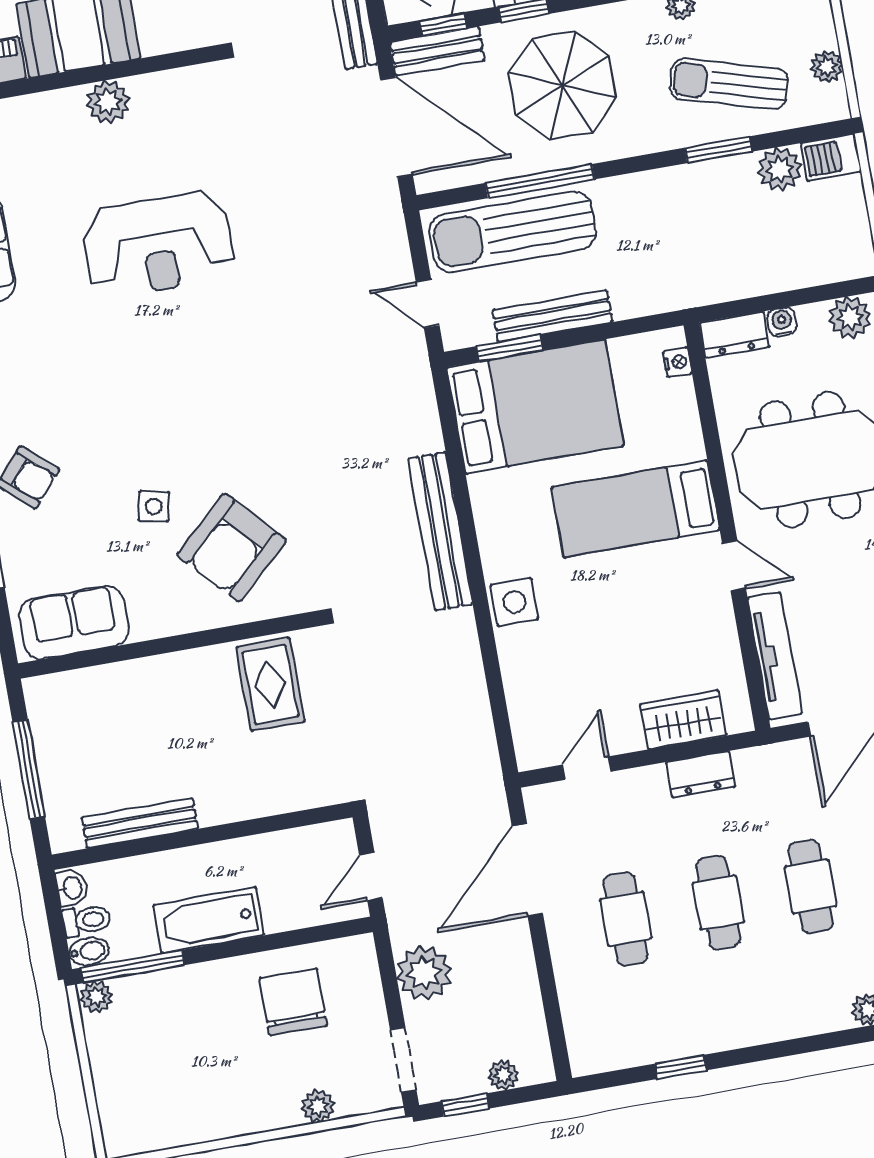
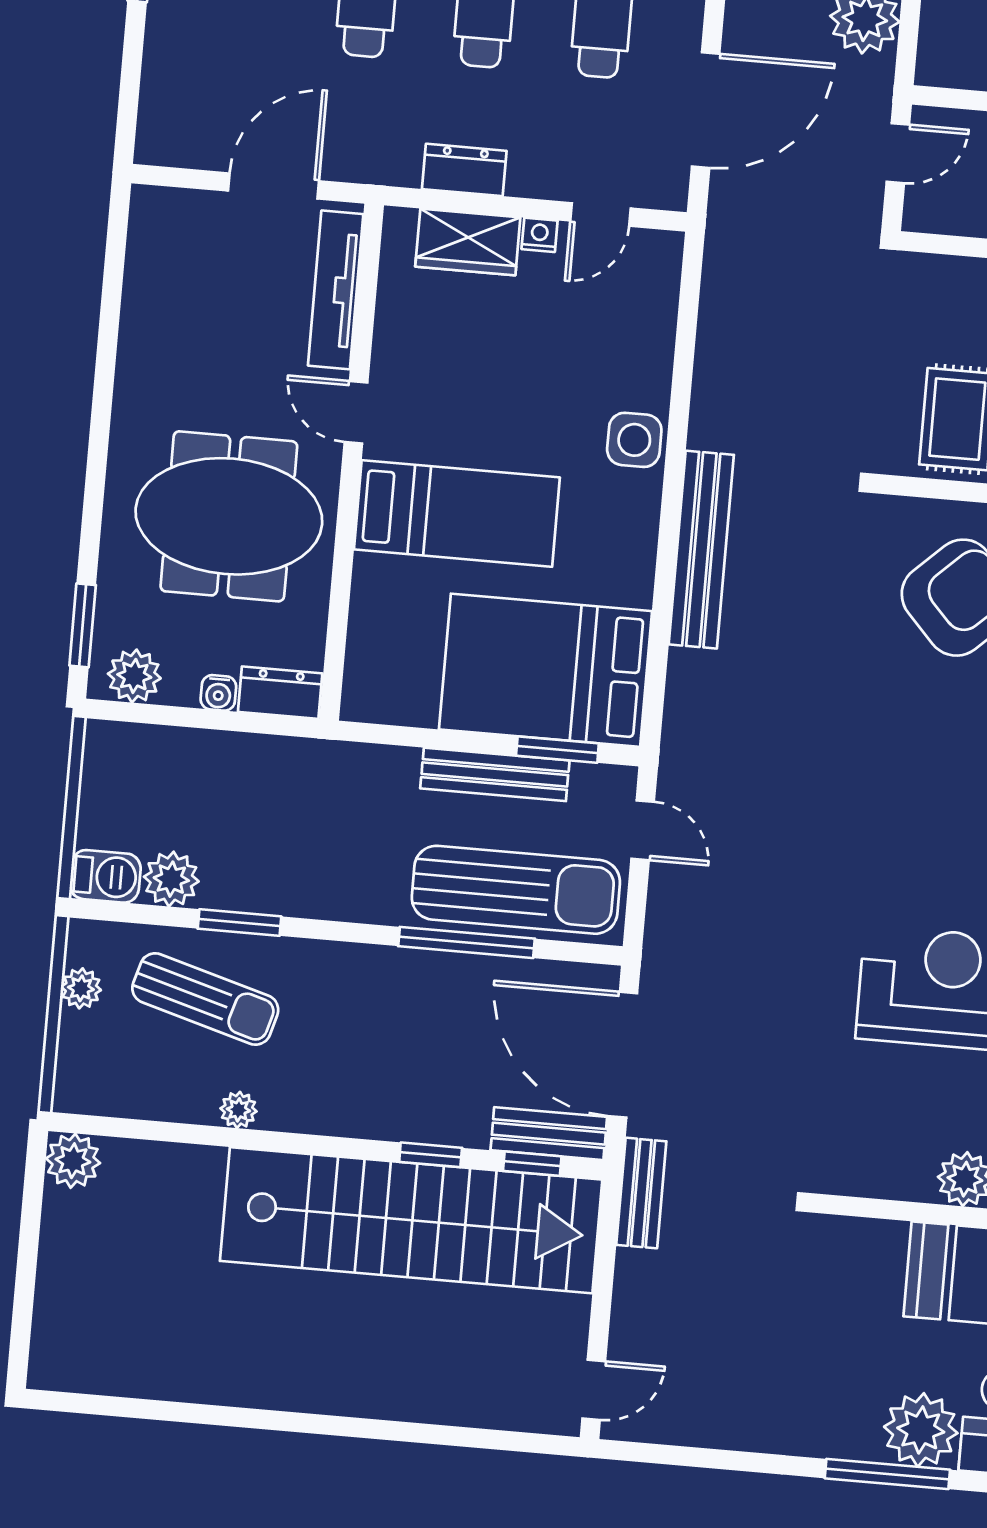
parasol: (562, 85) -> (408, 1051), removed
nightstand: (677, 362) -> (540, 235), moved, turned 90

